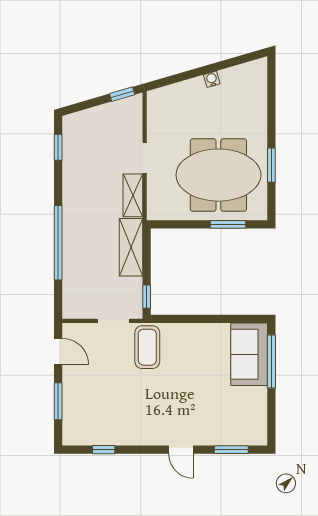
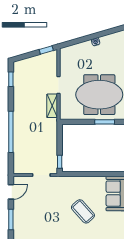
shelving: (131, 247) -> (51, 134), removed
coffee table: (147, 347) -> (83, 211), moved, turned -42
door: (58, 351) -> (11, 192), hinge flipped

